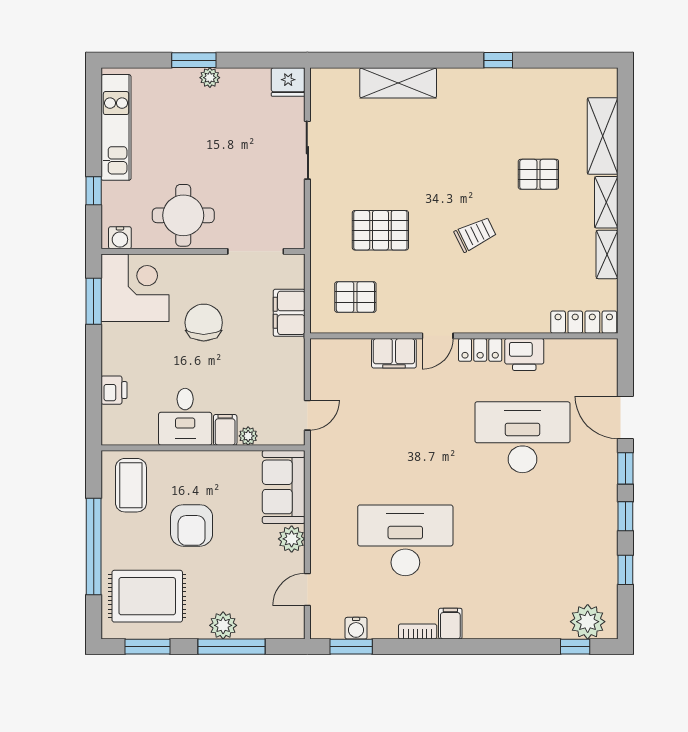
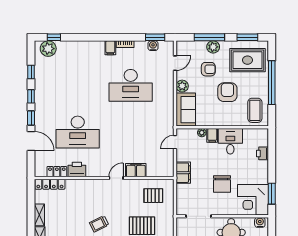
filing cabinet: (289, 313) -> (183, 173), moved
locker: (480, 350) -> (57, 172), moved
armchair: (234, 576) -> (208, 69), added

